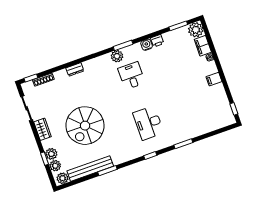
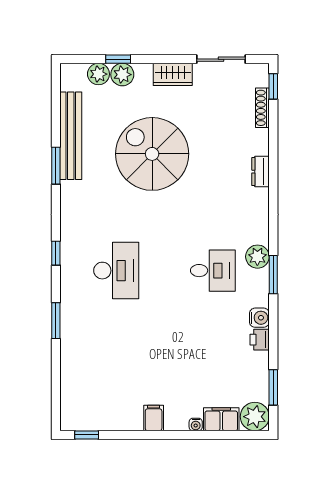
desk: (148, 123) -> (116, 271), turned 90
plant: (63, 178) -> (71, 79), removed

